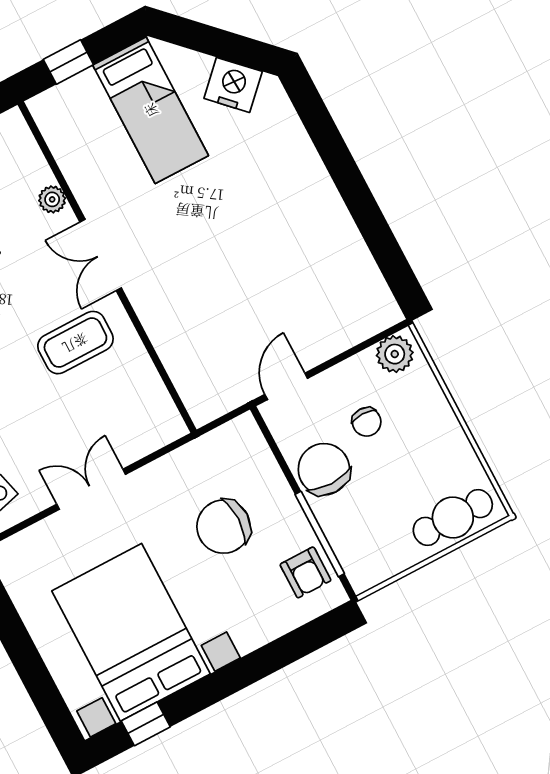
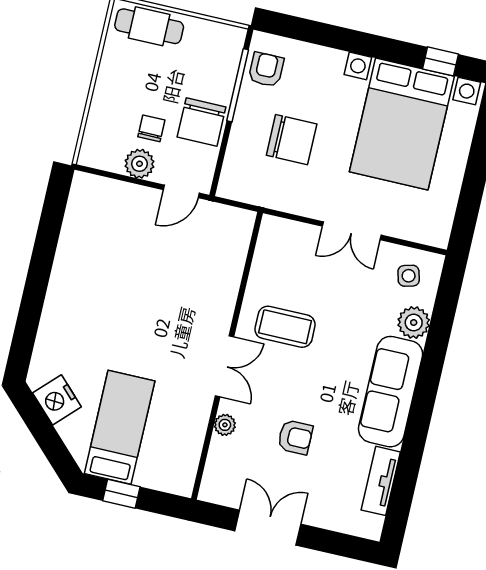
window: (68, 62) -> (121, 494), moved
plant: (395, 354) -> (139, 164), moved

